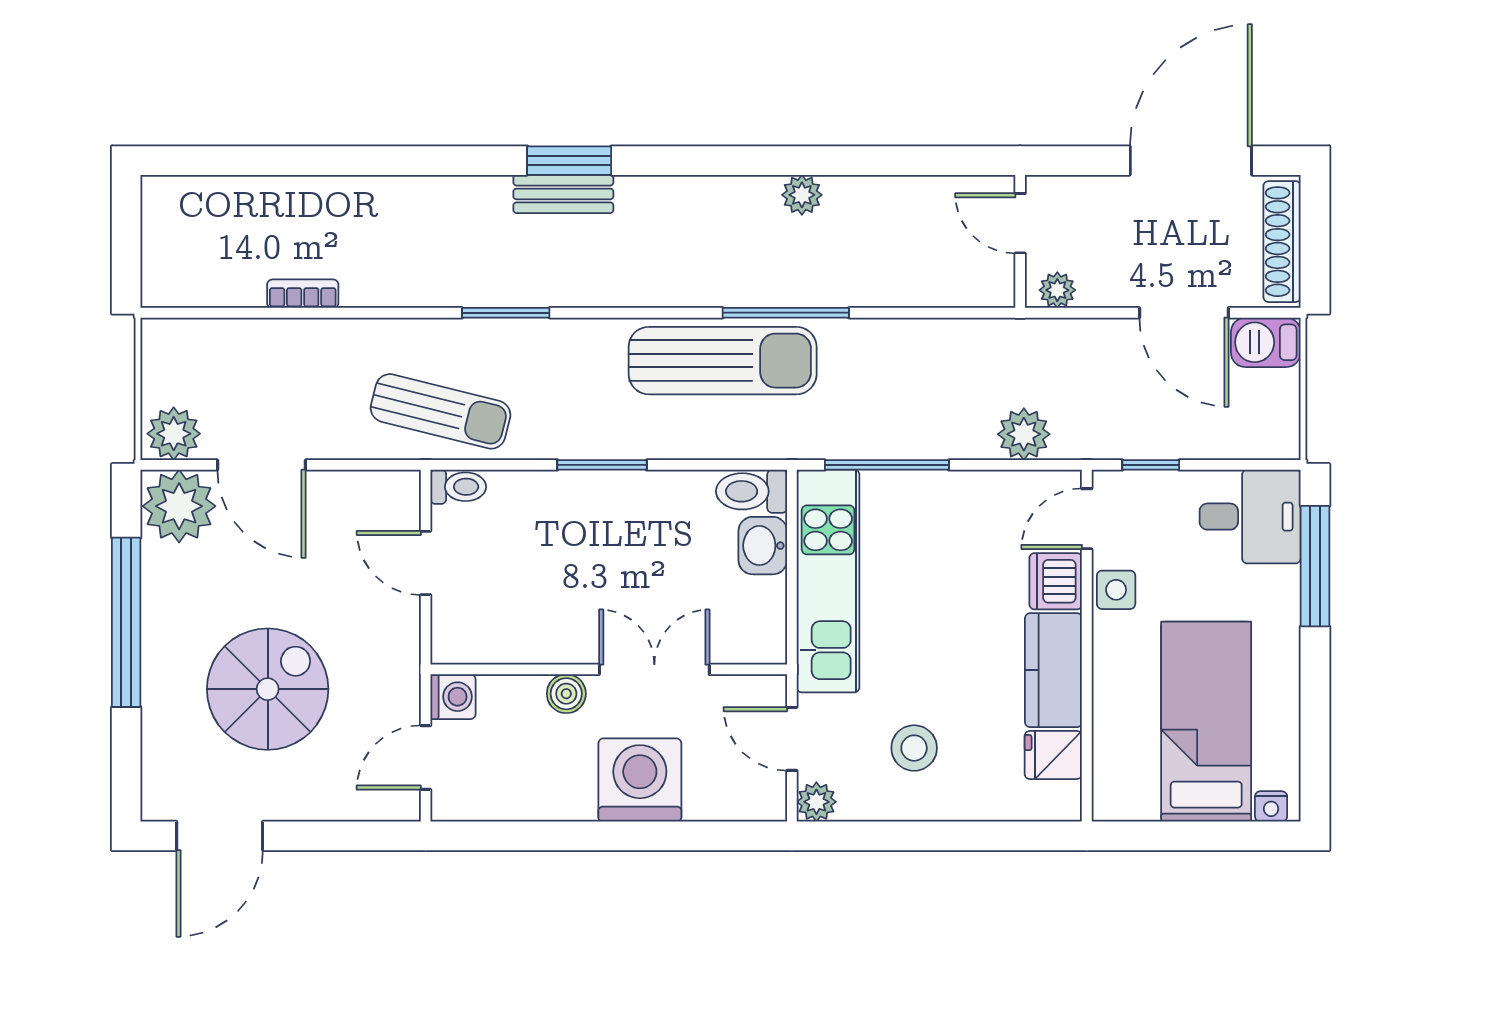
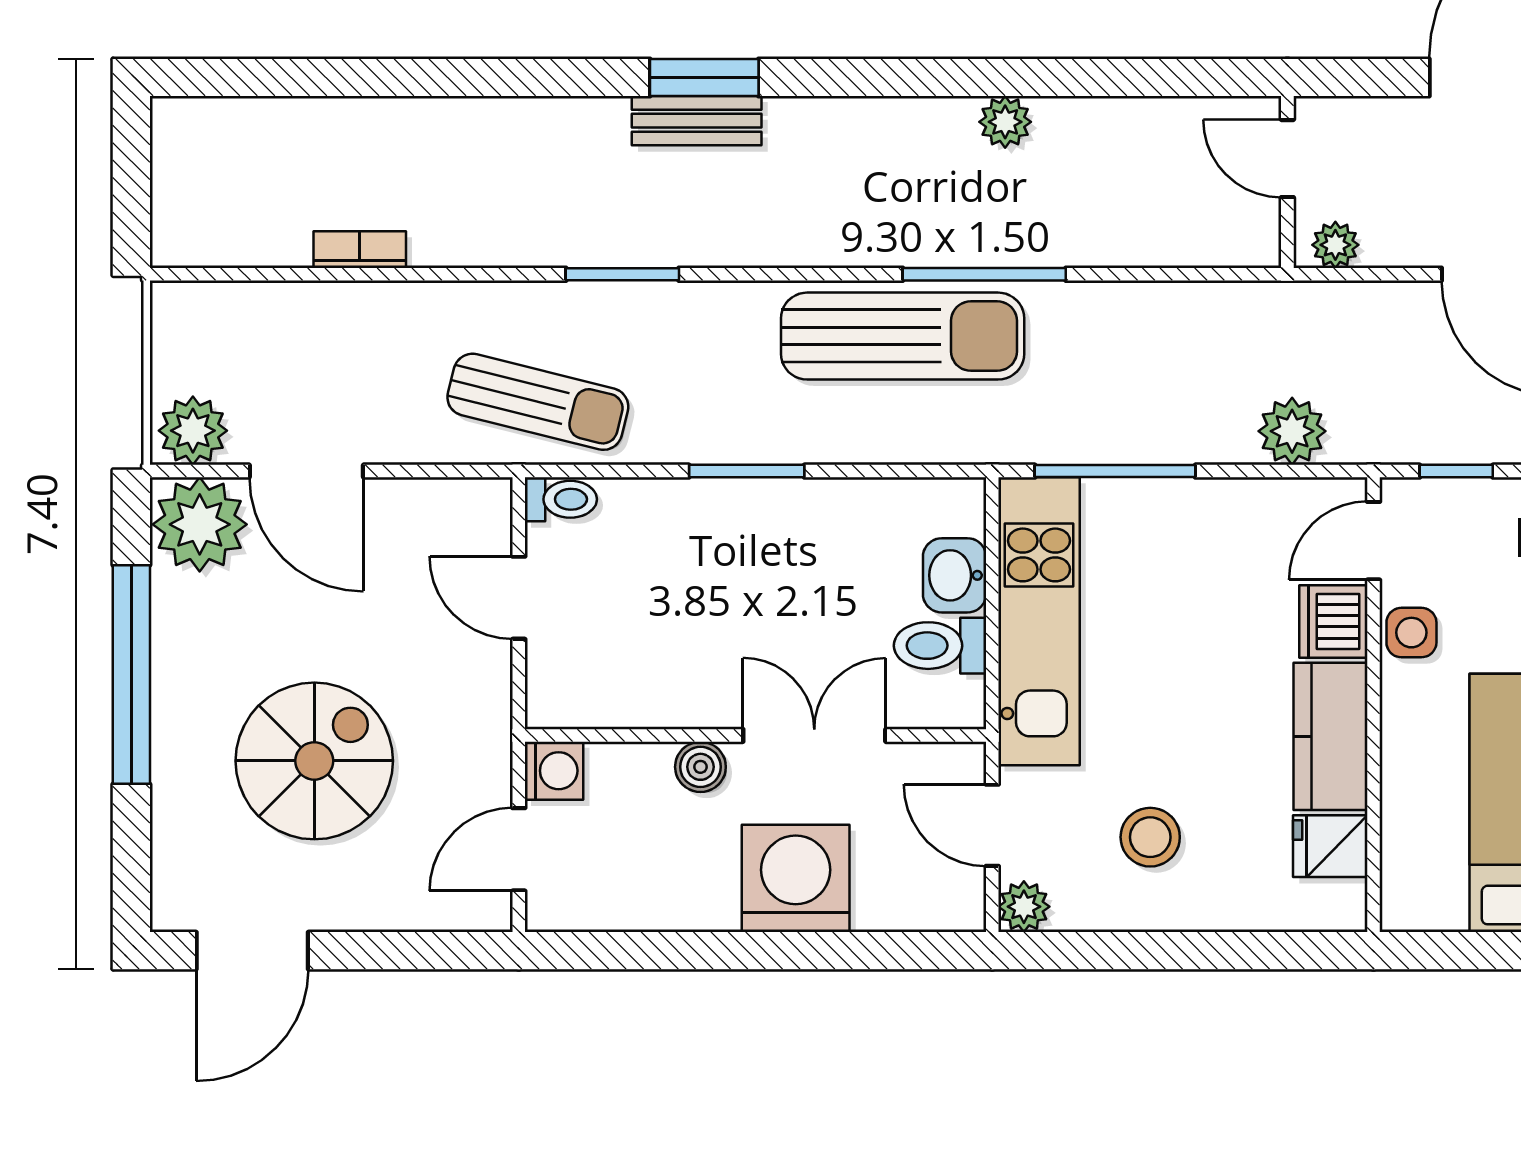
toilet: (752, 491) -> (940, 646), moved

